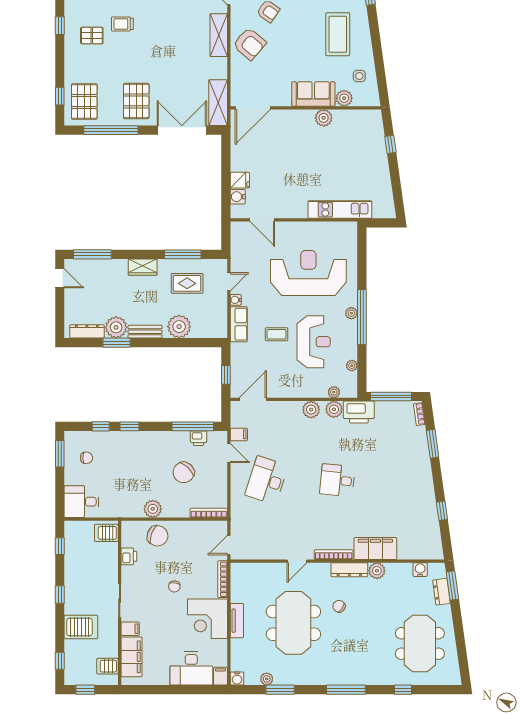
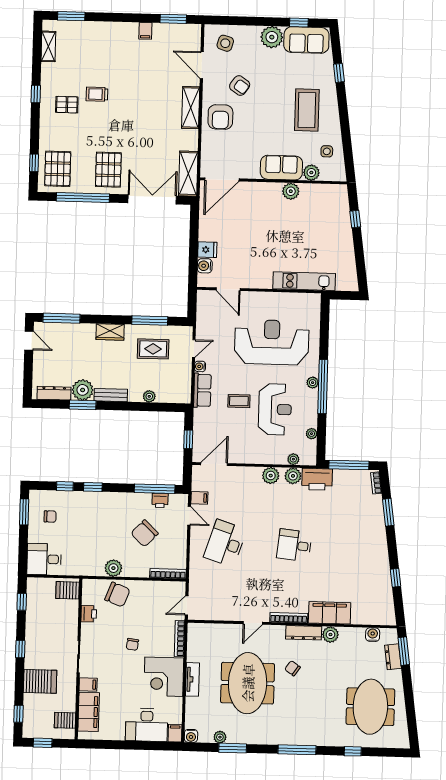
armchair: (249, 44) -> (220, 117), turned 50
plant: (179, 327) -> (149, 396), width x0.53, depth x0.53

